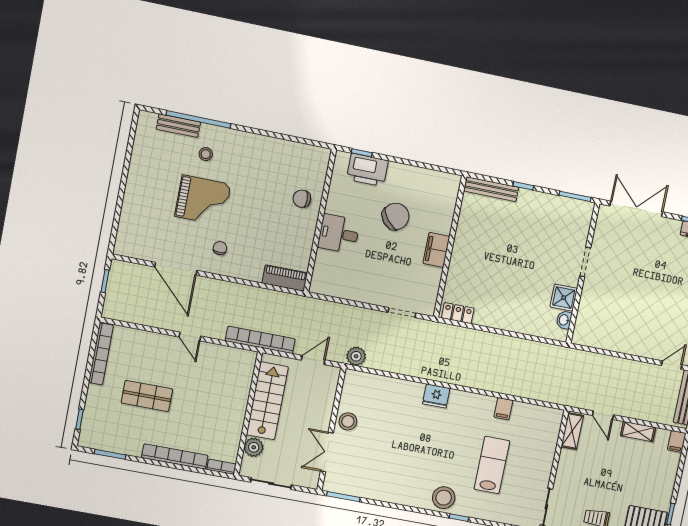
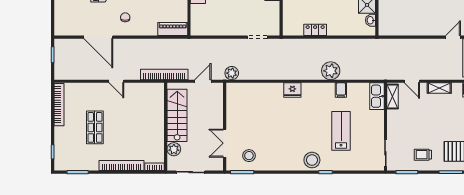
locker: (458, 313) -> (315, 30), moved
plant: (495, 379) -> (331, 71), added
shop shelf: (147, 396) -> (95, 127), turned 90
stool: (348, 421) -> (249, 156), moved
kitchen sink: (551, 427) -> (377, 96), added

